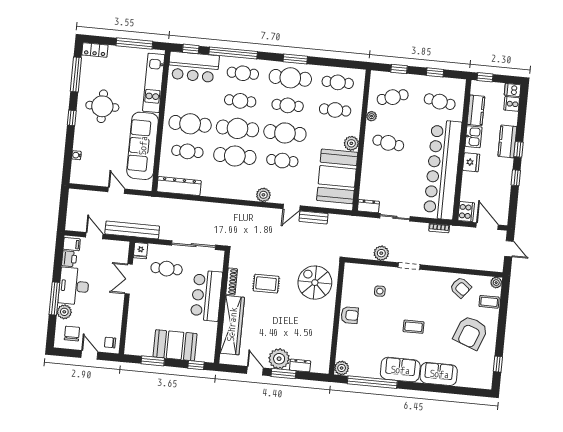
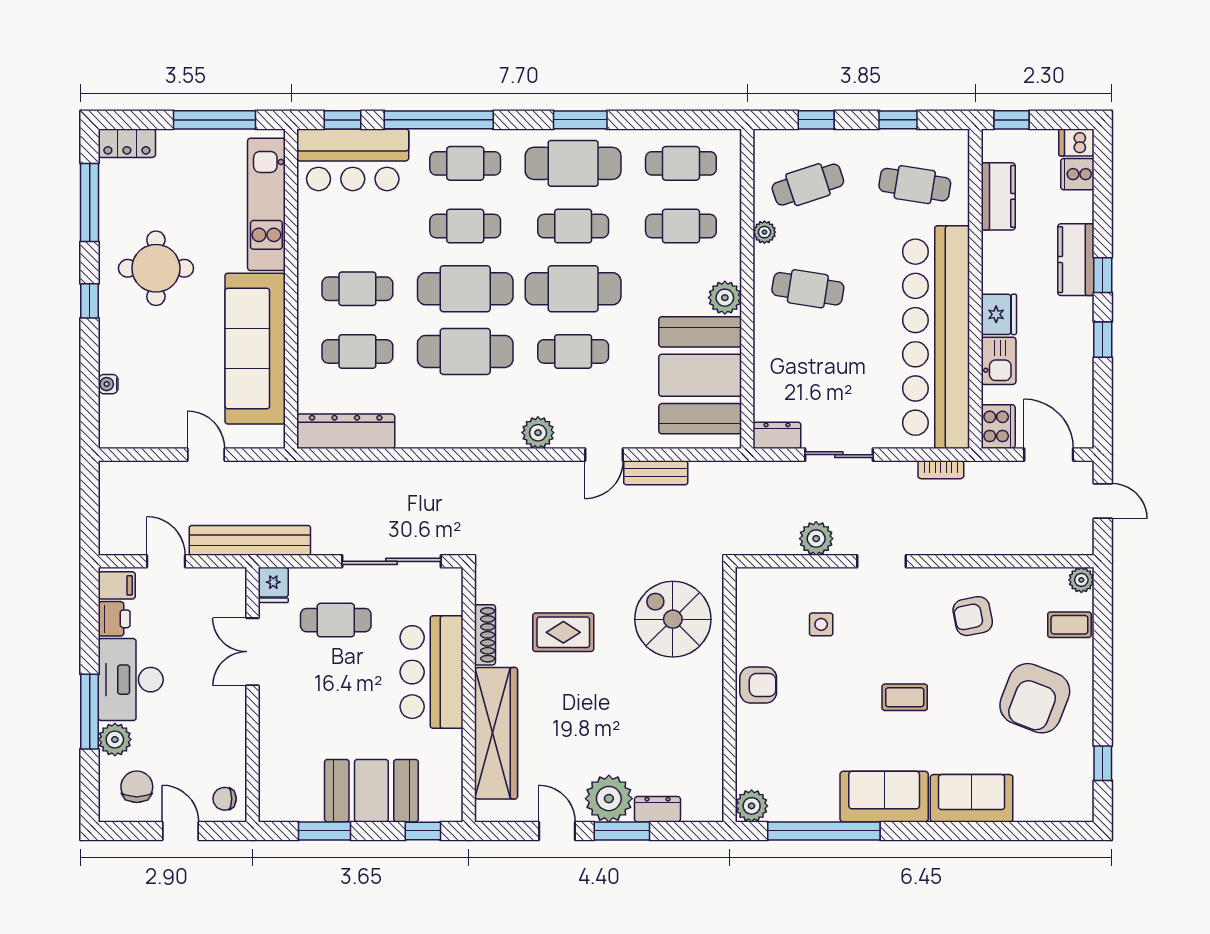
cafe table: (190, 124) -> (357, 289), width x0.73, depth x0.74
kitchen sink: (473, 137) -> (999, 361), moved
armchair: (461, 287) -> (973, 616), moved, turned 131

